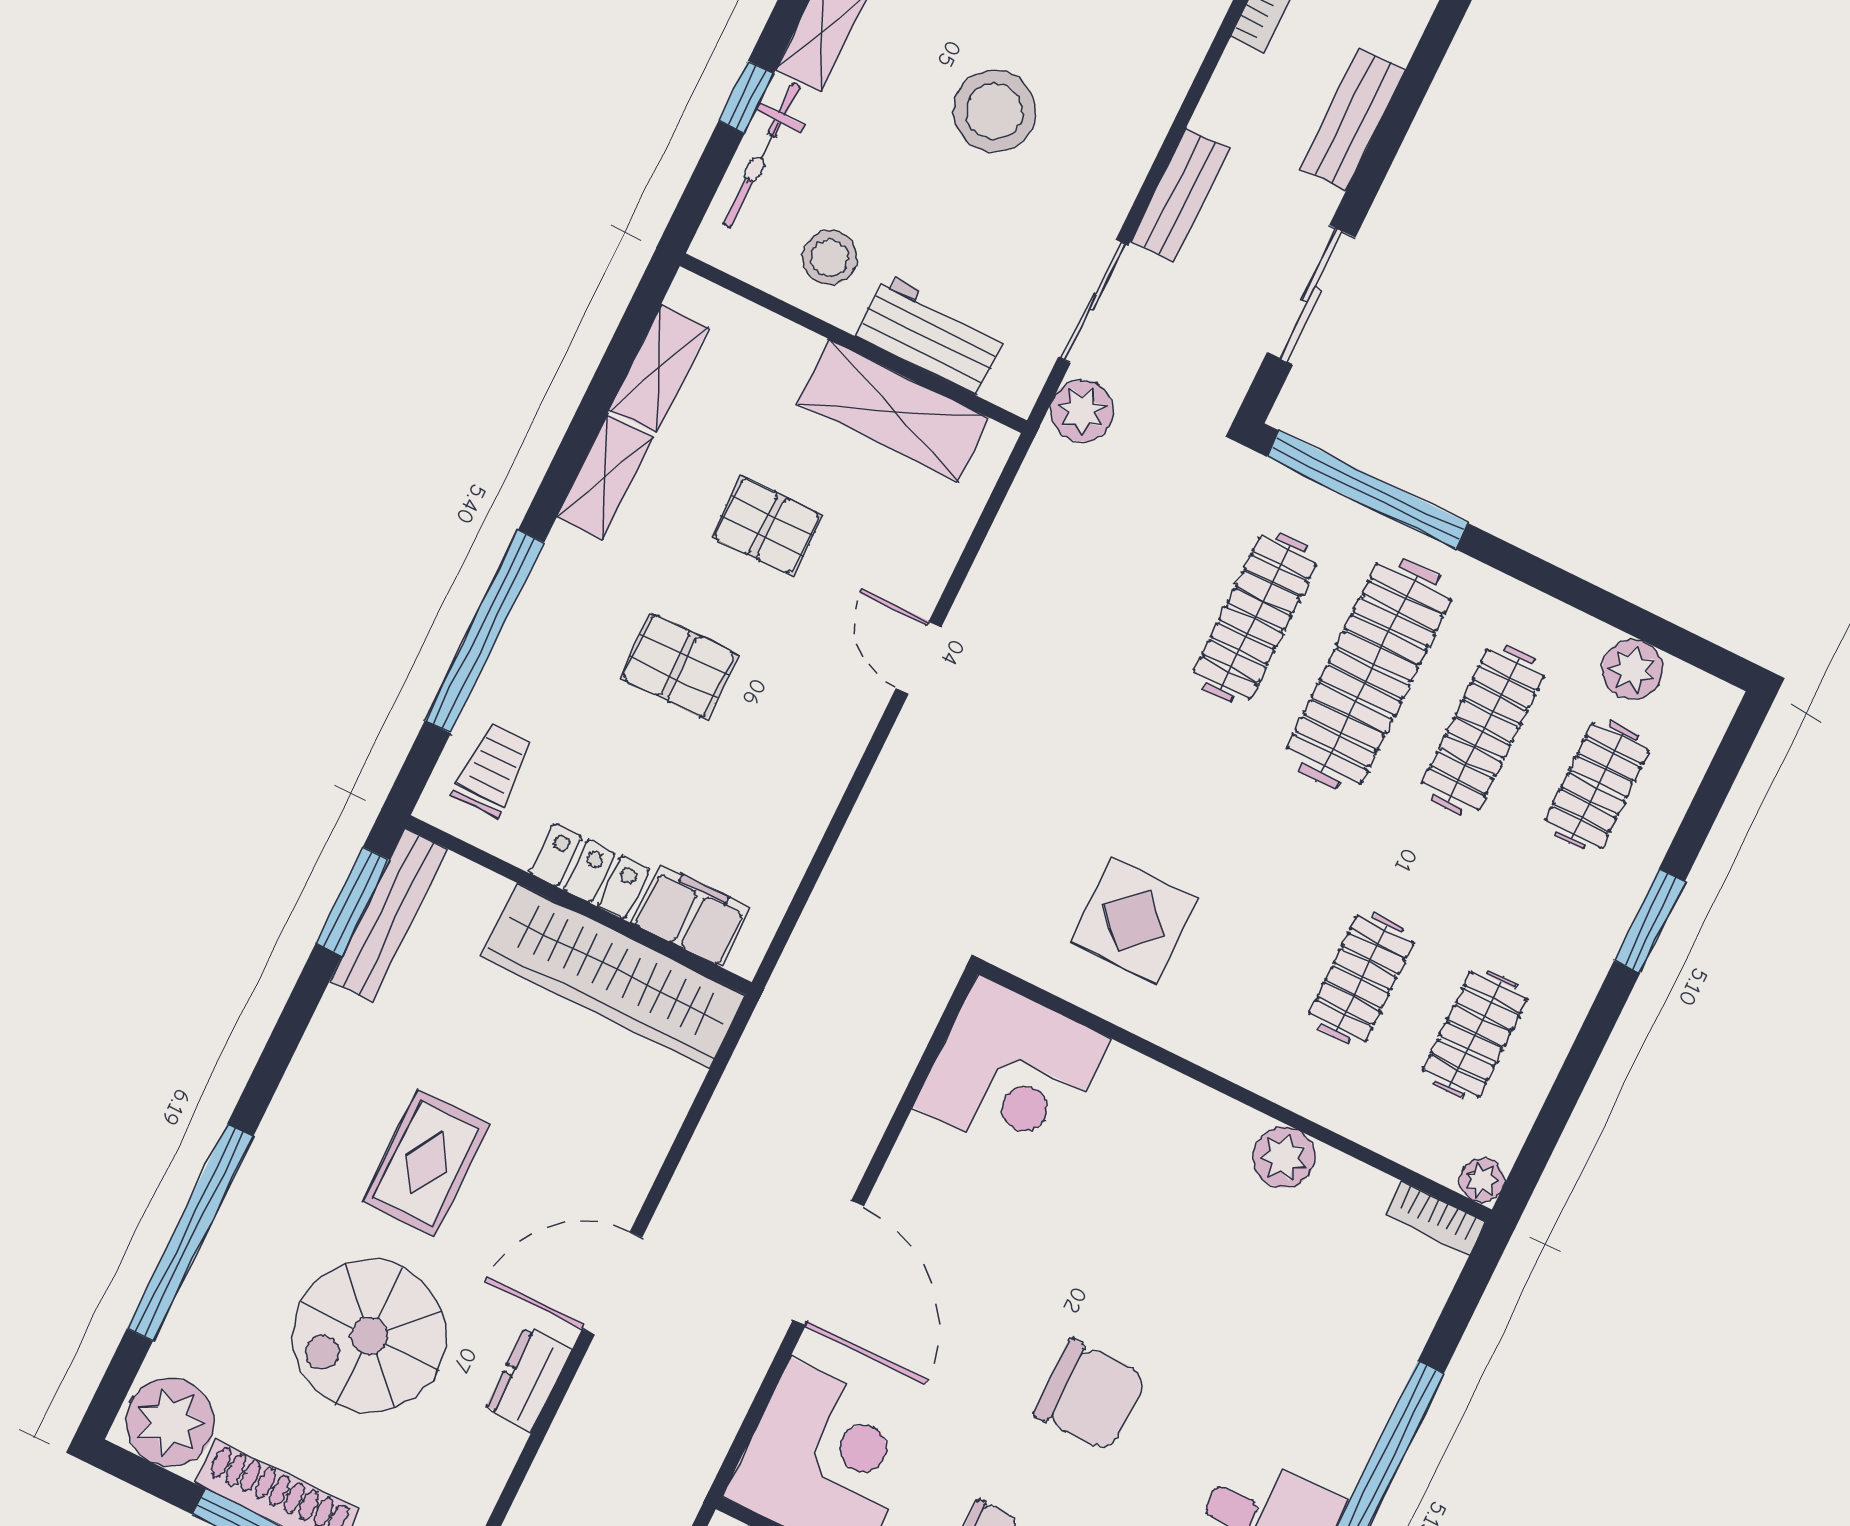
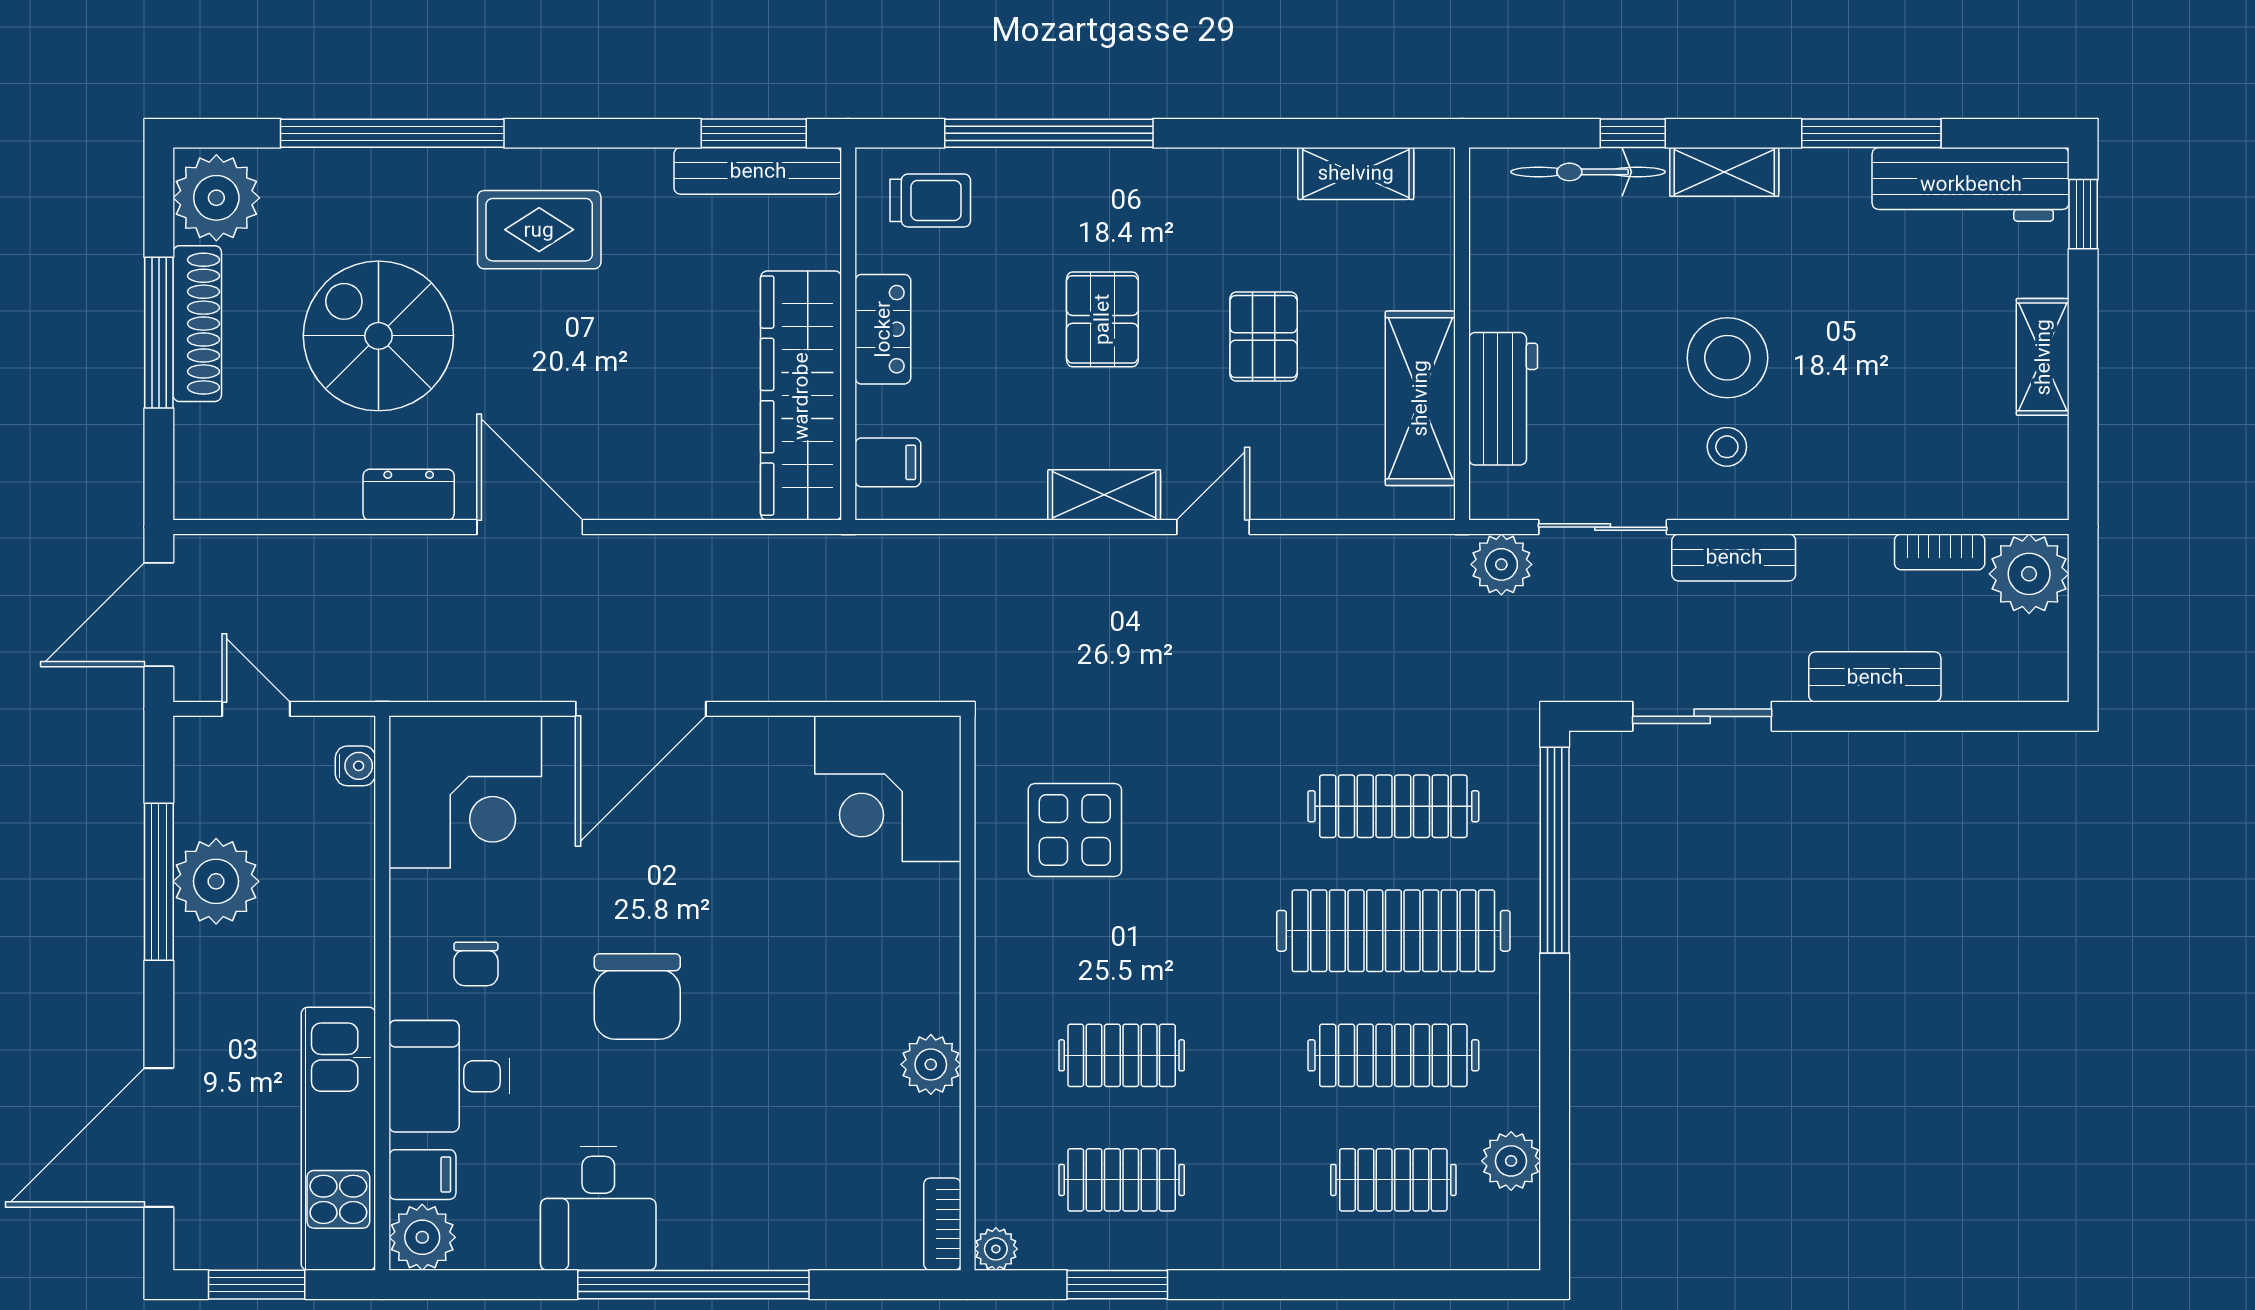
stool: (830, 258) -> (1727, 447), moved, width x0.73, depth x0.73
shelving: (605, 477) -> (1104, 495), moved
filing cabinet: (691, 915) -> (888, 462), width x0.50
window: (1649, 921) -> (1117, 1285), moved
rug: (426, 1163) -> (539, 230), moved

